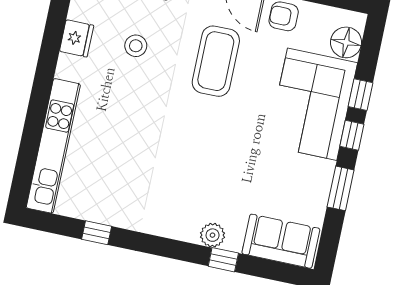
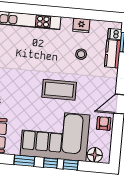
coffee table: (216, 61) -> (59, 90), moved
corner sofa: (312, 104) -> (55, 135), width x1.36, depth x1.36

